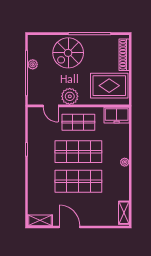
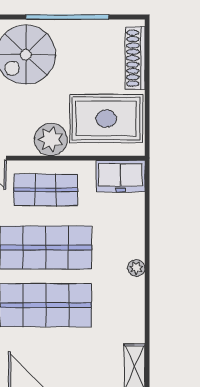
plant: (70, 96) -> (51, 139), moved

